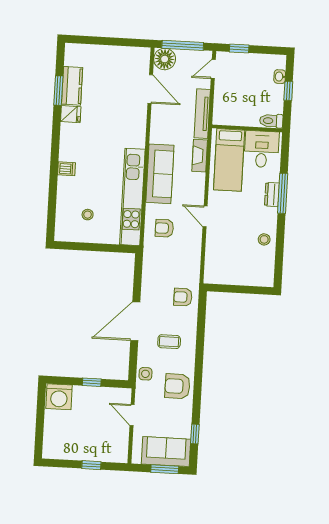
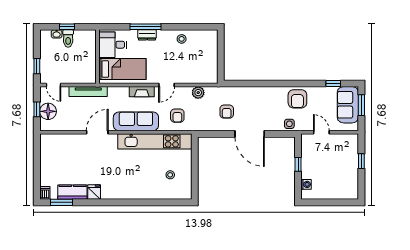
window: (183, 45) -> (37, 109), width x0.46
floor lamp: (165, 59) -> (48, 111), moved
door: (150, 89) -> (97, 132), moved
window: (58, 91) -> (61, 202), moved
toilet: (271, 121) -> (68, 39), moved
fireplace: (200, 156) -> (142, 92), moved
dishwasher: (66, 169) -> (45, 193), moved
plant: (193, 257) -> (198, 93), added
armchair: (183, 297) -> (227, 112), moved
coffee table: (169, 342) -> (264, 107), removed
washing machine: (59, 397) -> (306, 184), width x0.53, depth x0.53
door: (132, 415) -> (321, 132), swing flipped

